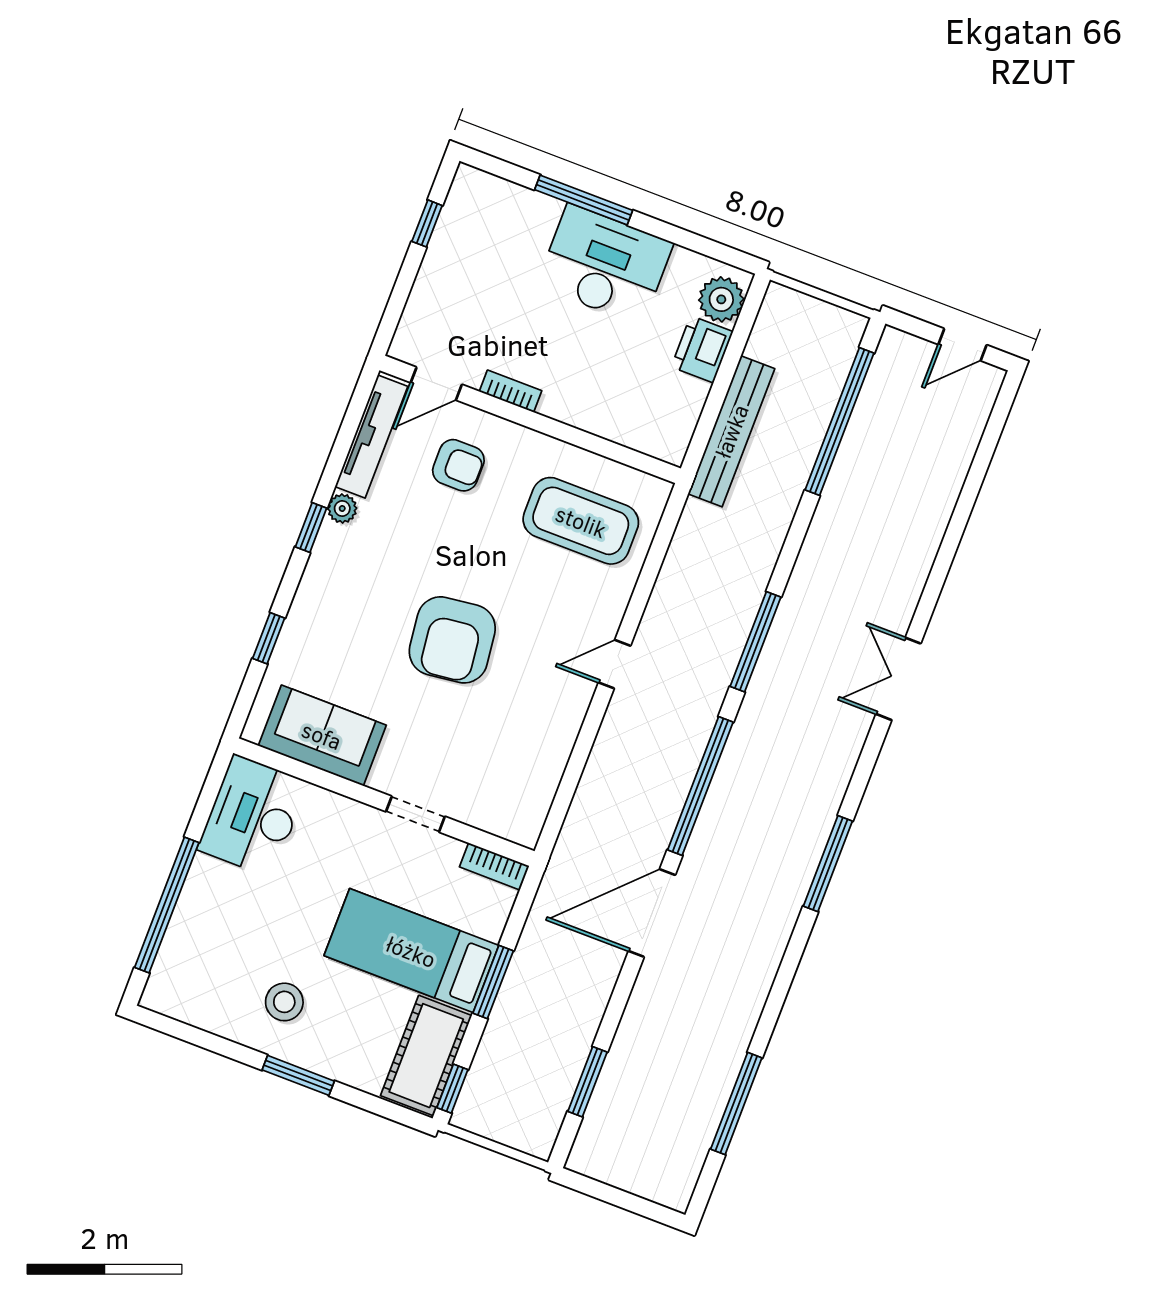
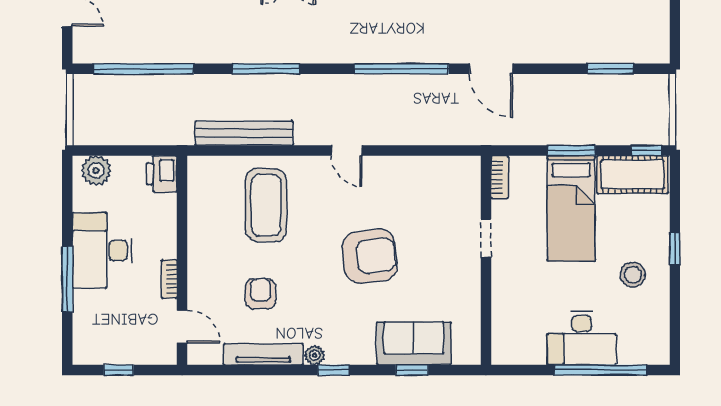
printer: (702, 349) -> (162, 174), moved, turned 90
door: (436, 384) -> (182, 327), moved
bookcase: (511, 391) -> (169, 279), moved
wall: (530, 419) -> (182, 260), moved
bench: (731, 431) -> (244, 133), moved
window: (755, 642) -> (266, 69), moved
sofa: (322, 735) -> (414, 343), moved, turned 90
desk: (253, 816) -> (582, 338), moved
door: (652, 913) -> (491, 69), width x0.73
window: (298, 1075) -> (675, 249), width x0.67

